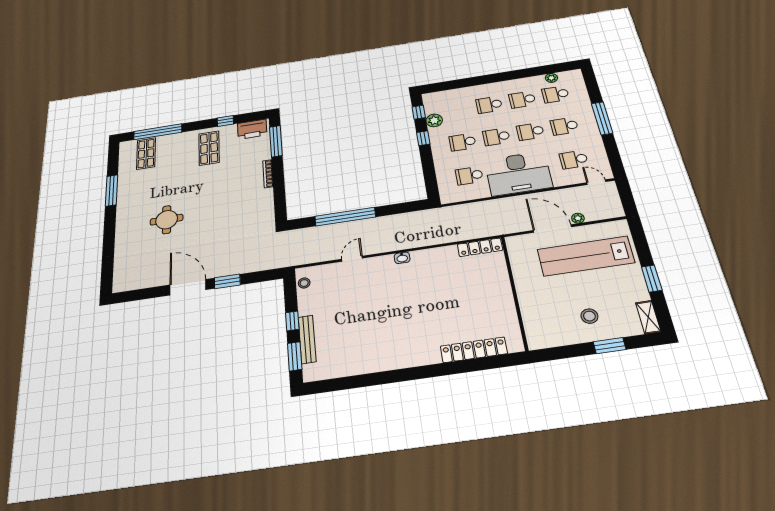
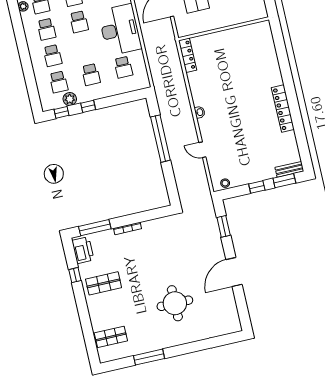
window: (158, 132) -> (88, 332), removed
school desk: (496, 137) -> (59, 82), moved
window: (345, 217) -> (160, 139), moved
round table: (167, 220) -> (175, 303), width x1.36, depth x1.36
window: (227, 281) -> (224, 226), moved
bench: (307, 339) -> (289, 169), moved, width x0.73
locker: (474, 350) -> (283, 109), moved

